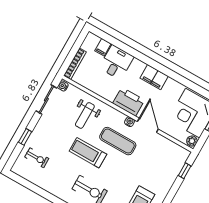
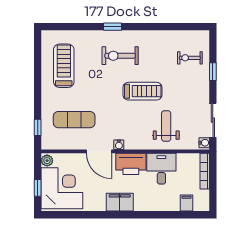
desk: (116, 62) -> (161, 169), moved, turned 180
exercise mat: (118, 141) -> (74, 120), moved

